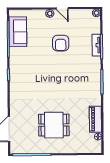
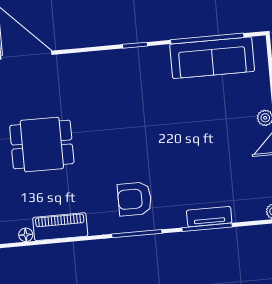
sofa: (18, 32) -> (212, 58), width x1.36
armchair: (61, 43) -> (135, 199), moved
dining table: (54, 125) -> (42, 144), turned 90

